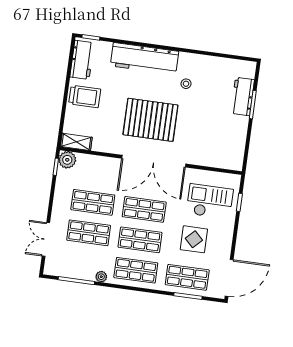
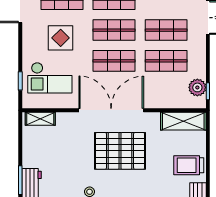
shelving: (76, 142) -> (183, 121), width x1.50, depth x1.33
plant: (67, 160) -> (197, 87), moved
shelving: (225, 162) -> (40, 119), added

